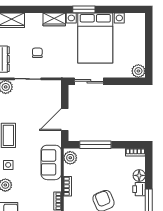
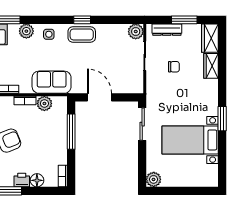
wardrobe: (54, 19) -> (211, 66), moved
bed with nightstands: (95, 38) -> (190, 140), width x0.73
plant: (70, 158) -> (44, 103), moved

